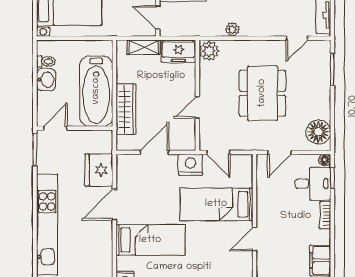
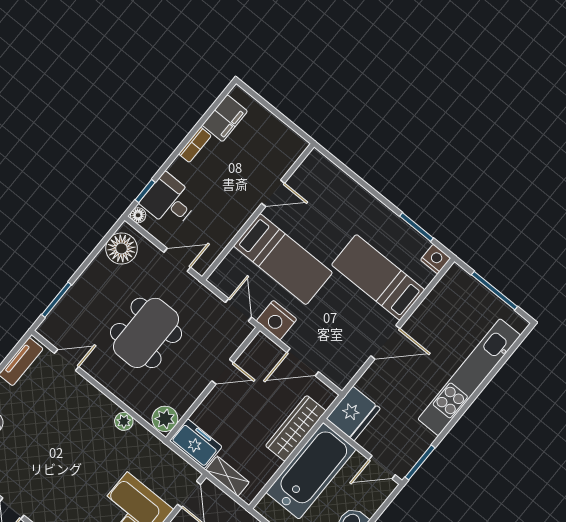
fridge: (99, 170) -> (353, 414), moved
bookcase: (325, 215) -> (195, 145), moved

